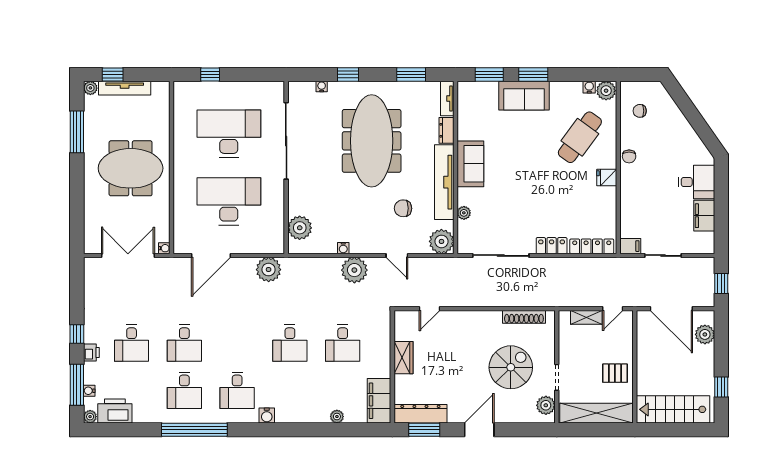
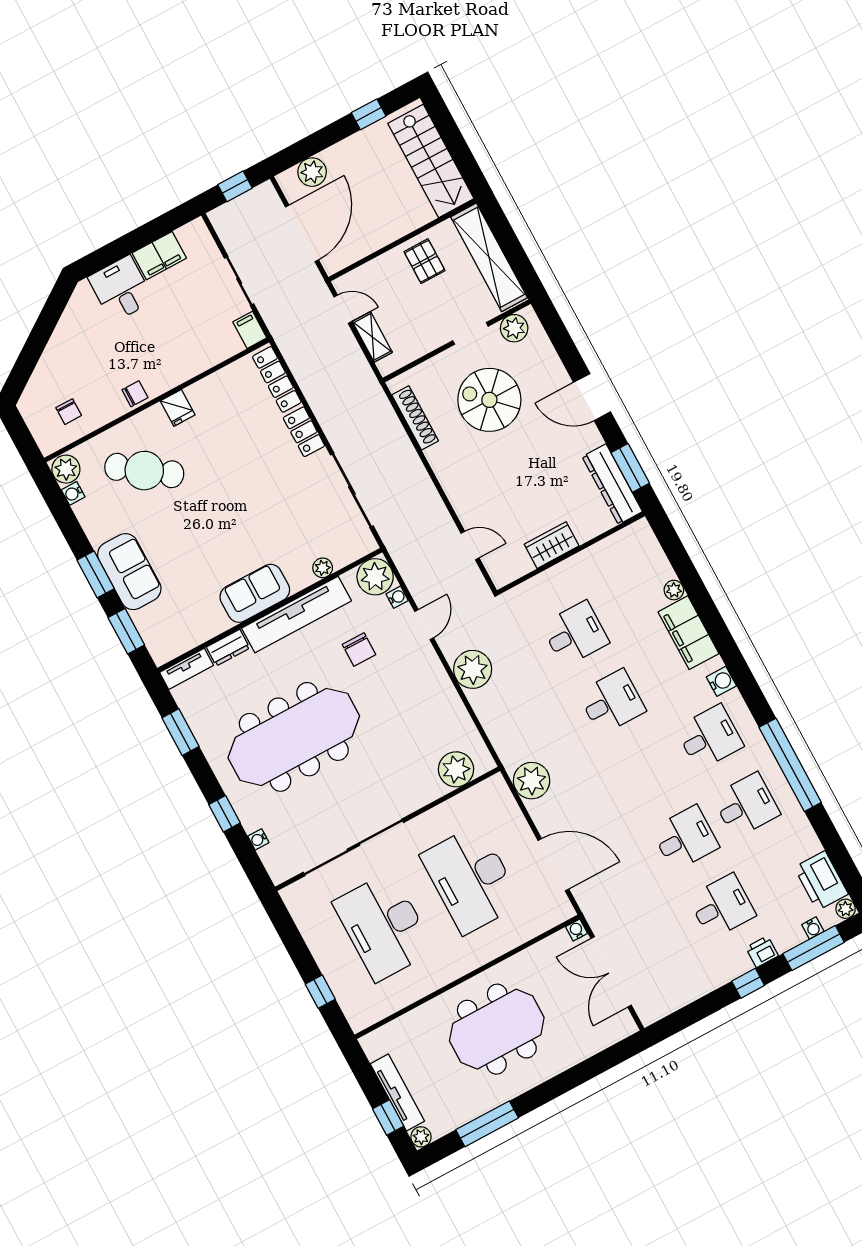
meeting table: (131, 168) -> (497, 1029), turned 90
water cooler: (343, 248) -> (397, 597), moved
filing cabinet: (379, 401) -> (689, 633), moved, turned 90

